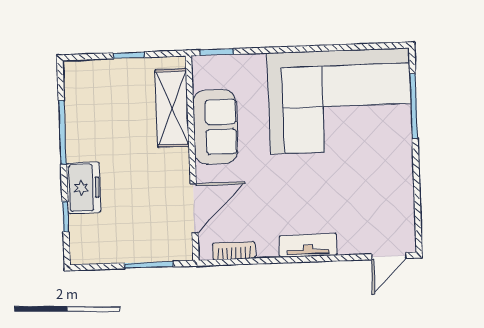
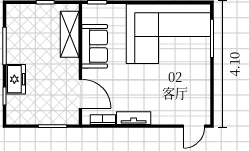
door: (194, 208) -> (80, 94), hinge flipped
tv unit: (308, 245) -> (134, 118), moved

